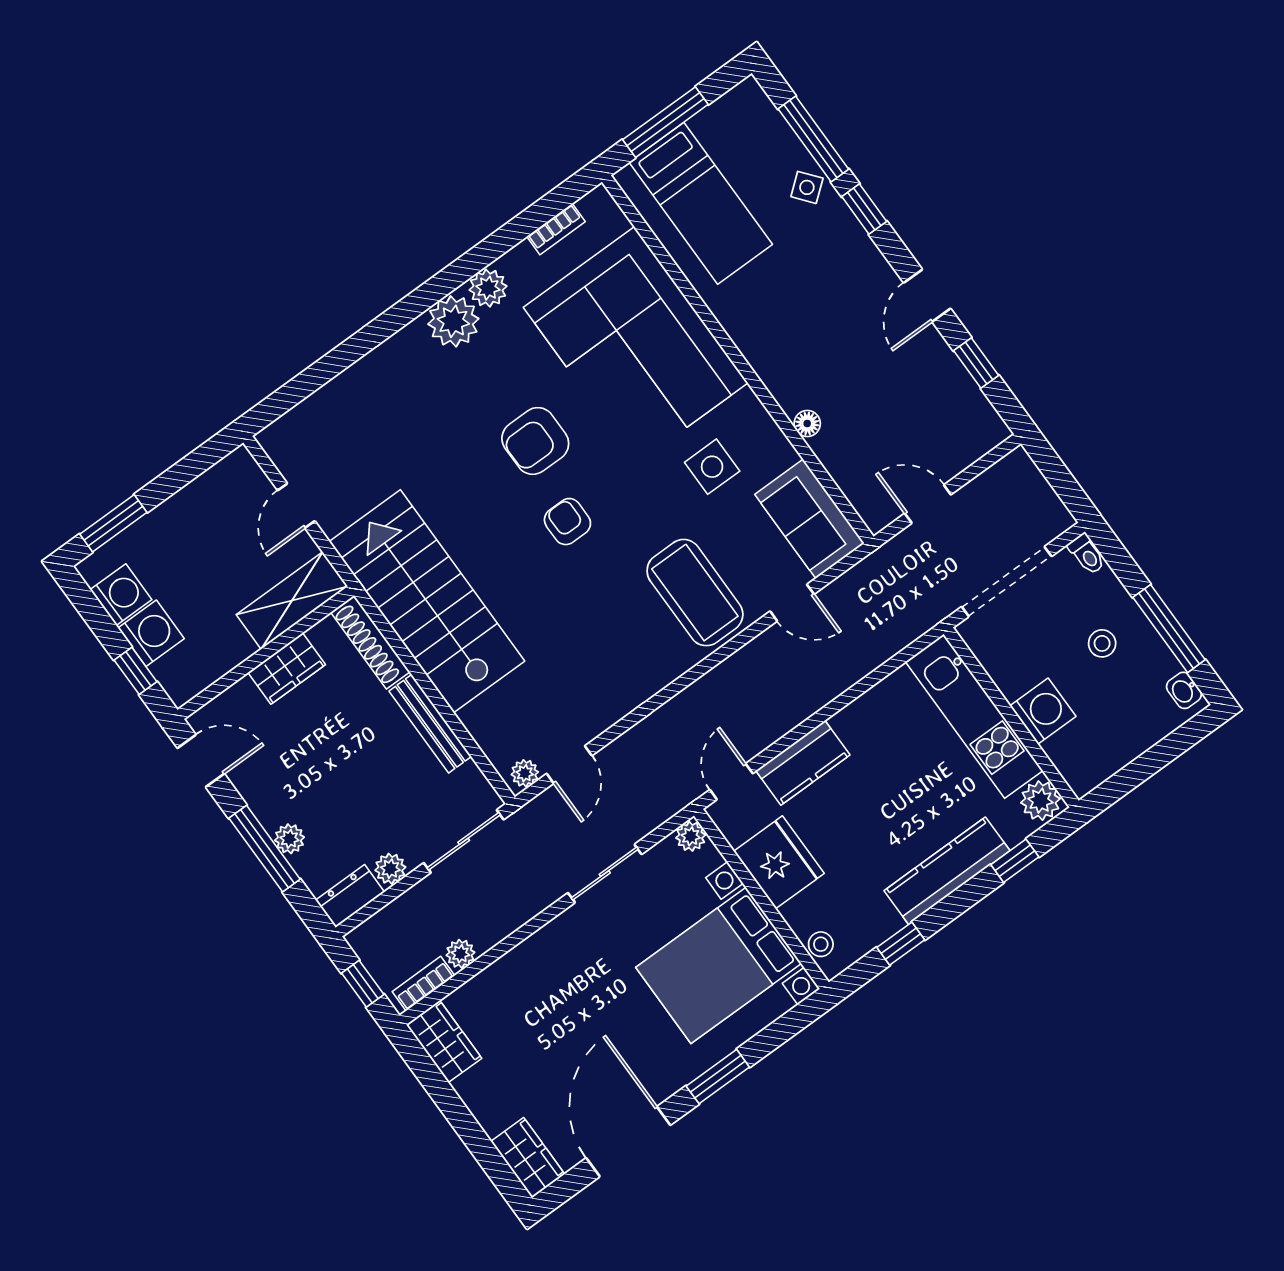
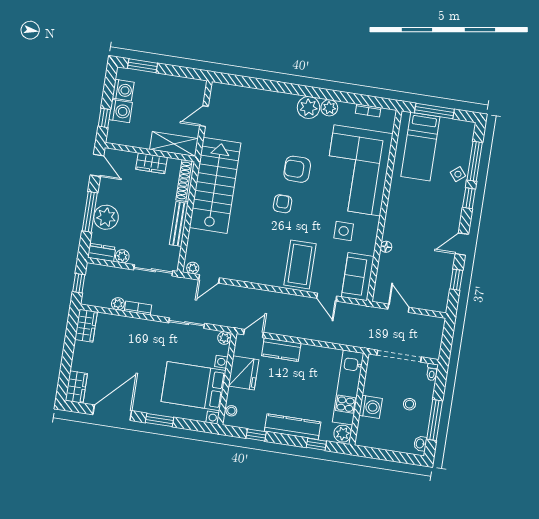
plant: (289, 839) -> (106, 217), width x1.87, depth x1.87
bookcase: (423, 984) -> (138, 308), moved

